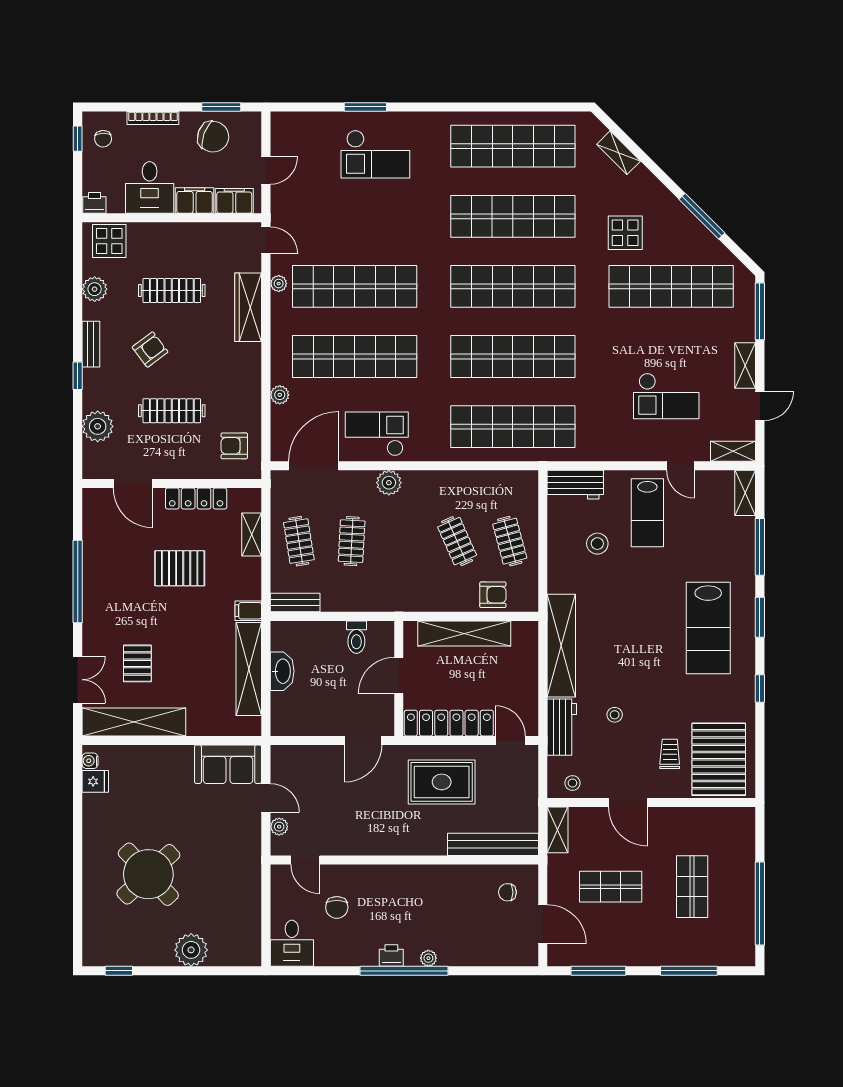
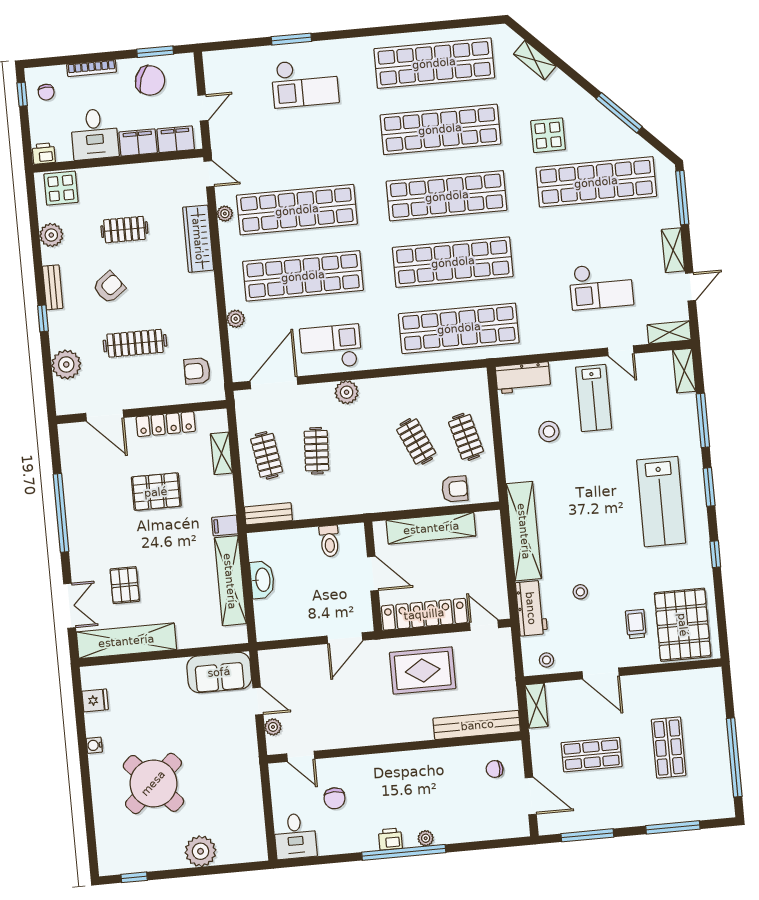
clothes rail: (172, 291) -> (124, 230), width x0.73
door: (399, 676) -> (373, 574), swing flipped
water cooler: (90, 761) -> (94, 745), moved

